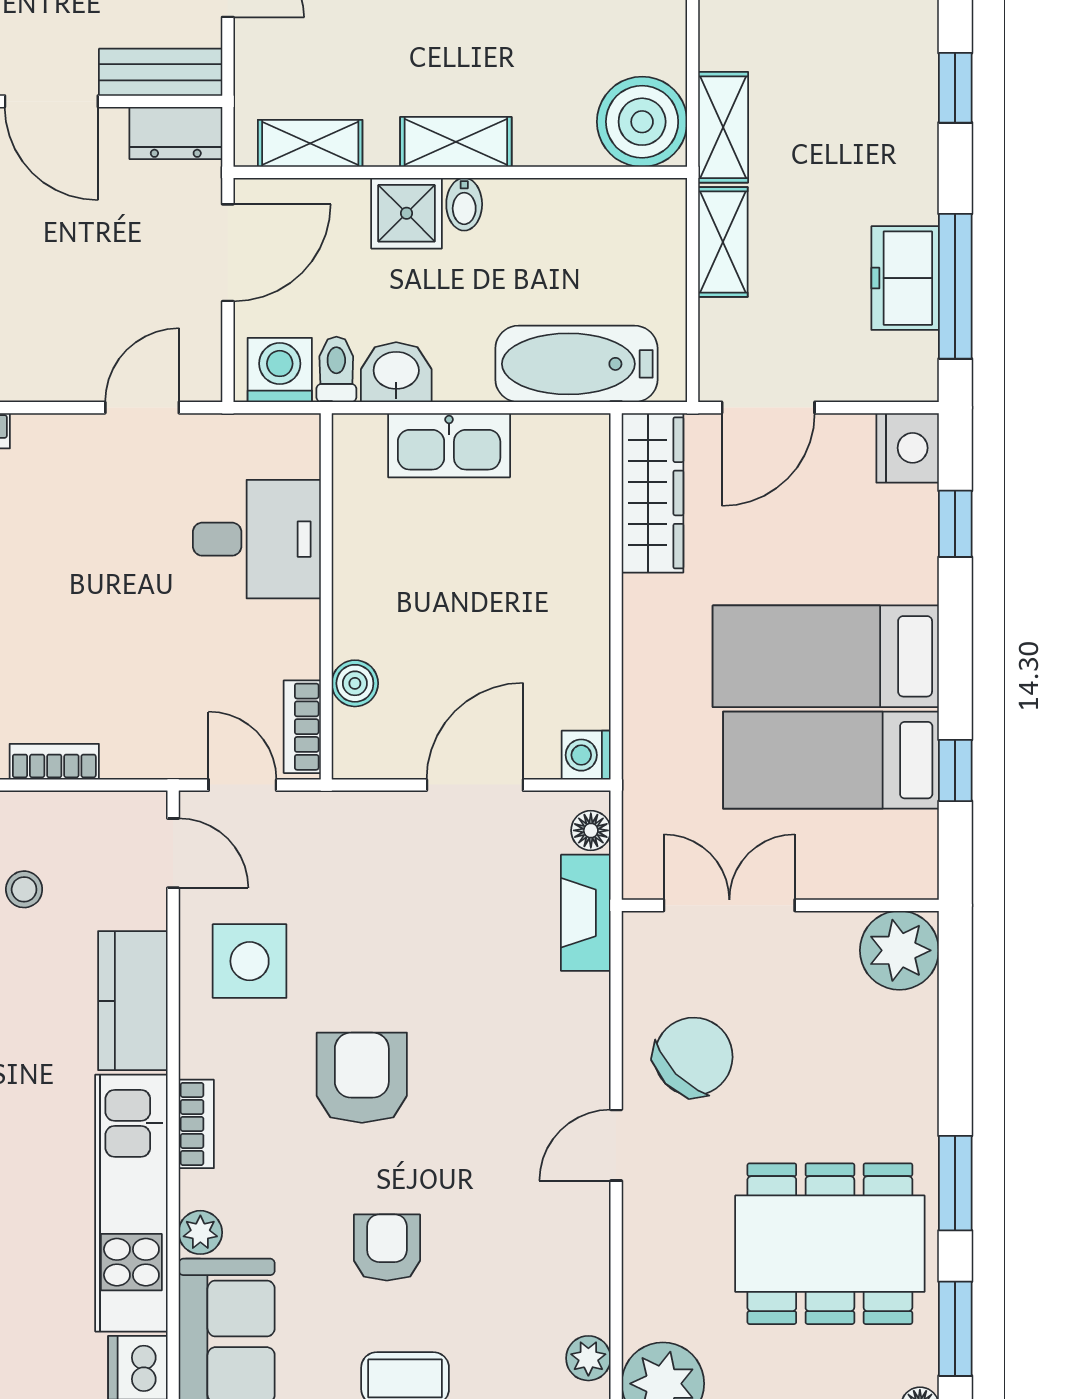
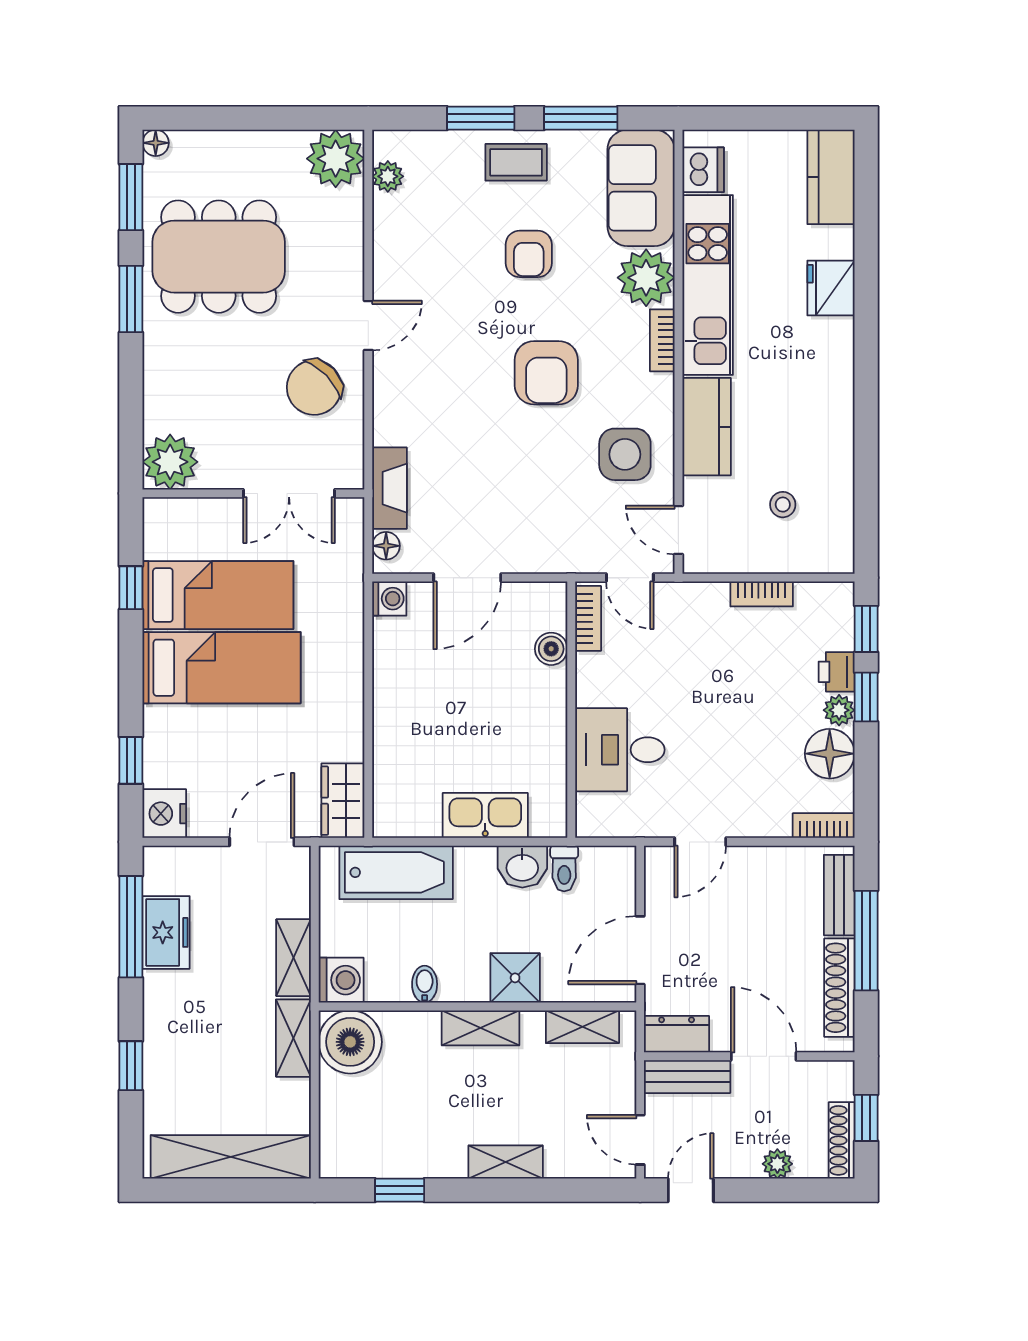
bidet: (464, 204) -> (425, 984), moved
washing machine: (280, 370) -> (341, 980), moved, turned -90
wardrobe: (652, 493) -> (343, 801), width x0.67
plant: (200, 1232) -> (646, 278), width x1.87, depth x1.87

